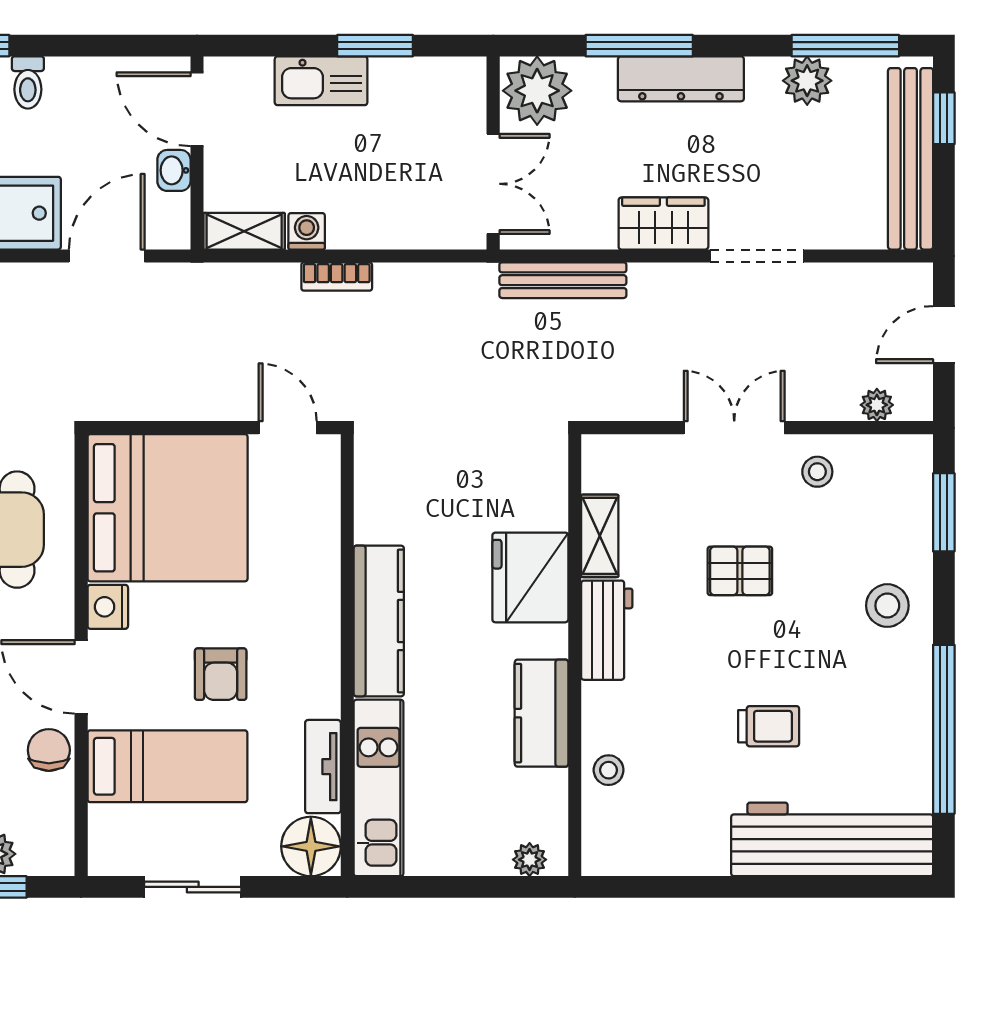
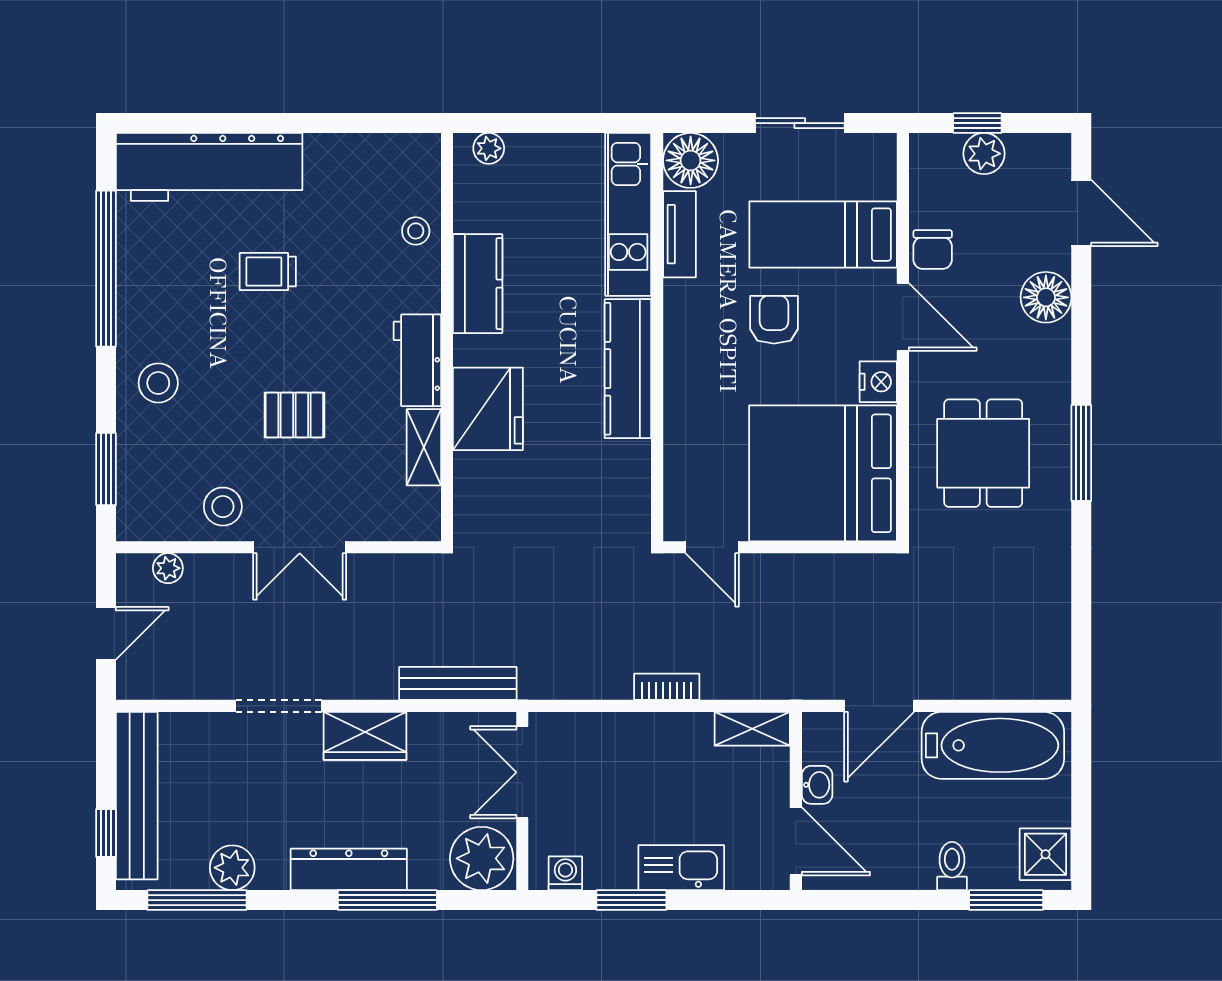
washing machine: (307, 231) -> (565, 873), moved, turned 180
stool: (817, 472) -> (223, 507), width x1.37, depth x1.37

